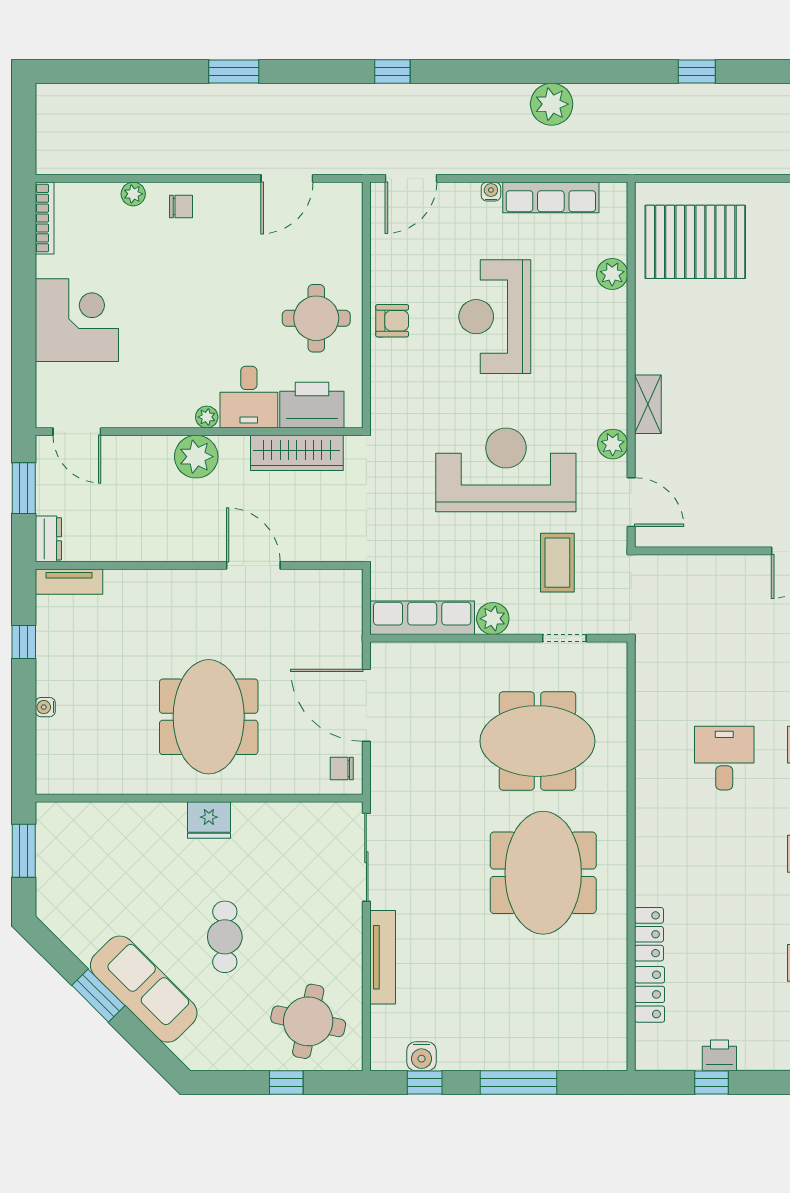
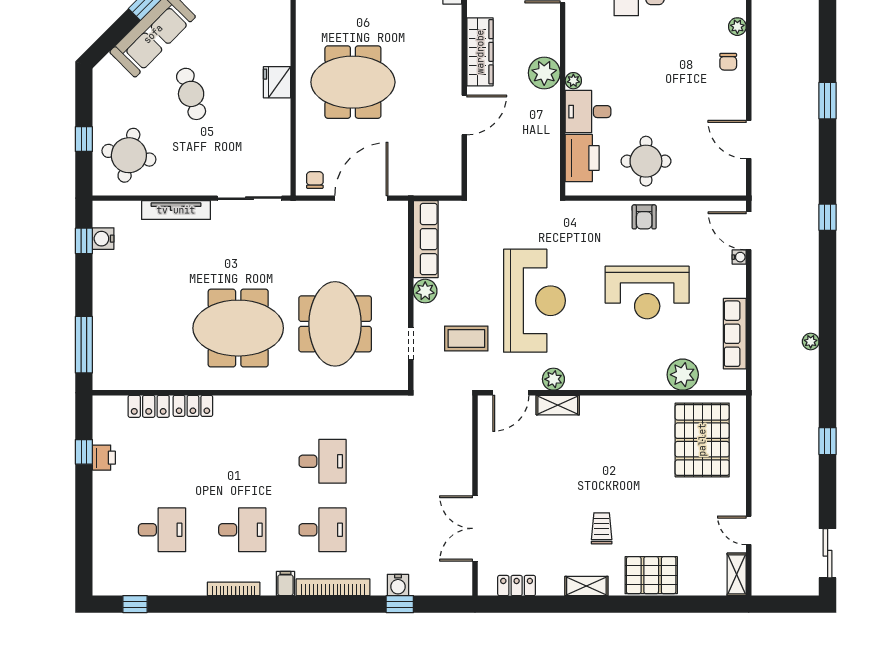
plant: (552, 104) -> (811, 342), width x0.53, depth x0.53
water cooler: (491, 192) -> (739, 257), moved
plant: (612, 274) -> (683, 375), width x1.36, depth x1.36
reception desk: (495, 317) -> (647, 292), turned 180
shelving: (648, 404) -> (558, 405), moved
wardrobe: (297, 453) -> (480, 52), moved, turned 180
cafe table: (225, 937) -> (191, 94), turned 72
window: (519, 1083) -> (84, 345), moved

